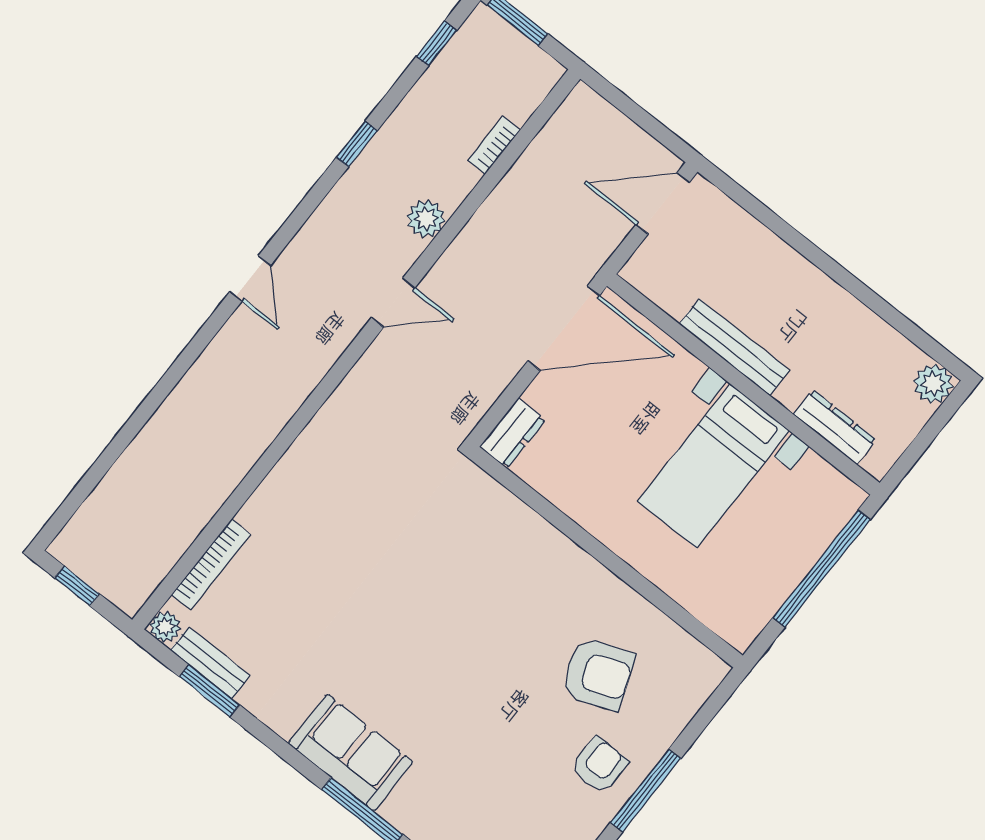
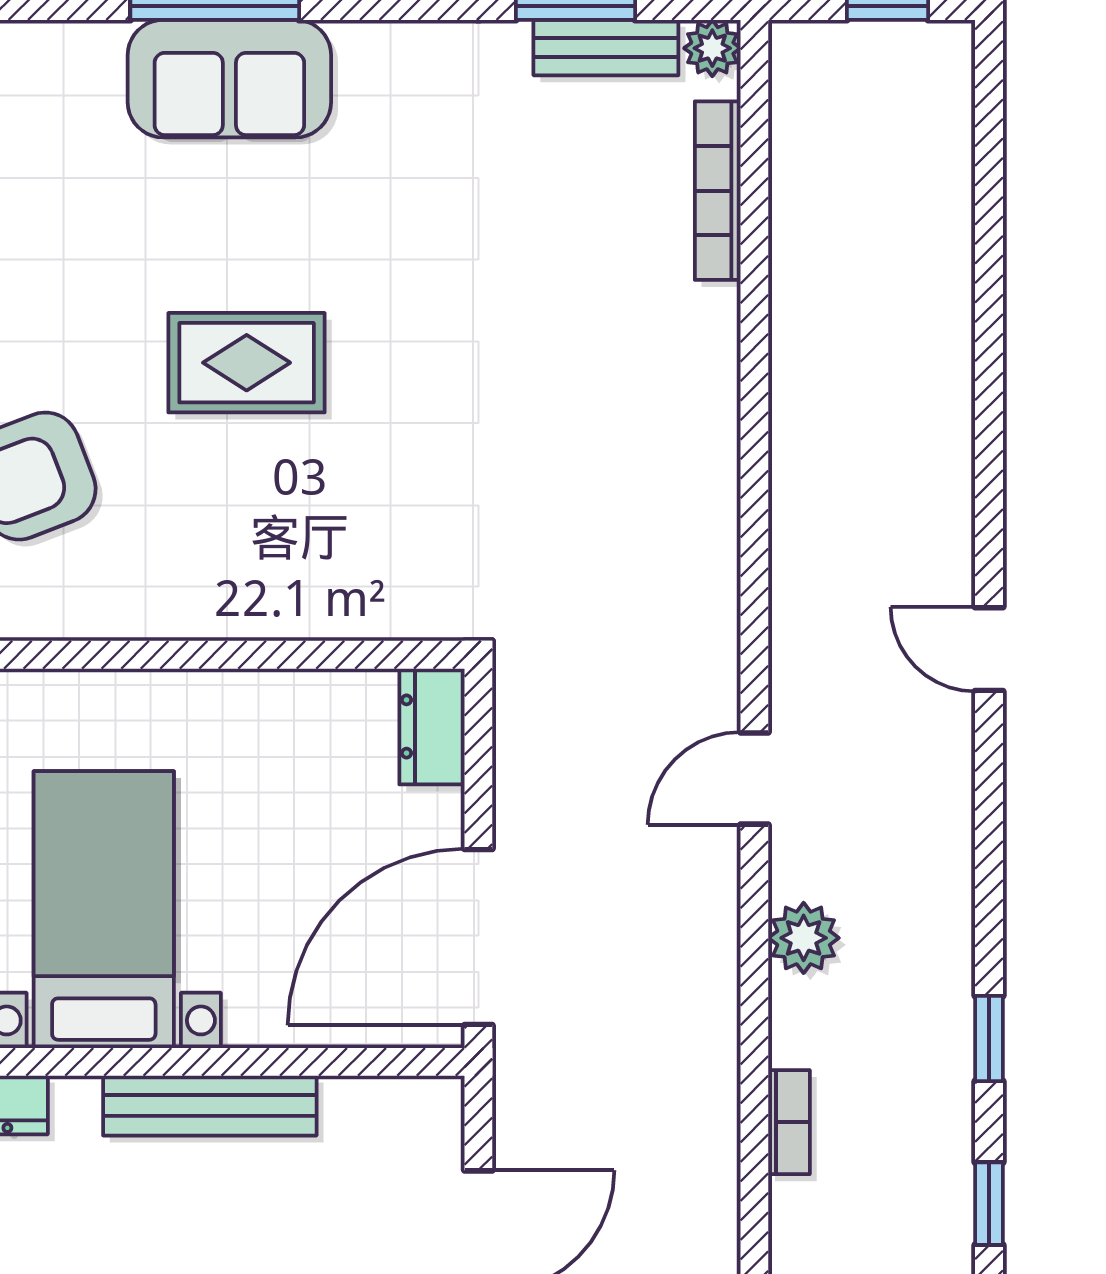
window: (357, 144) -> (989, 1039), moved
rug: (469, 650) -> (247, 363), added
sofa: (351, 753) -> (229, 79), moved

